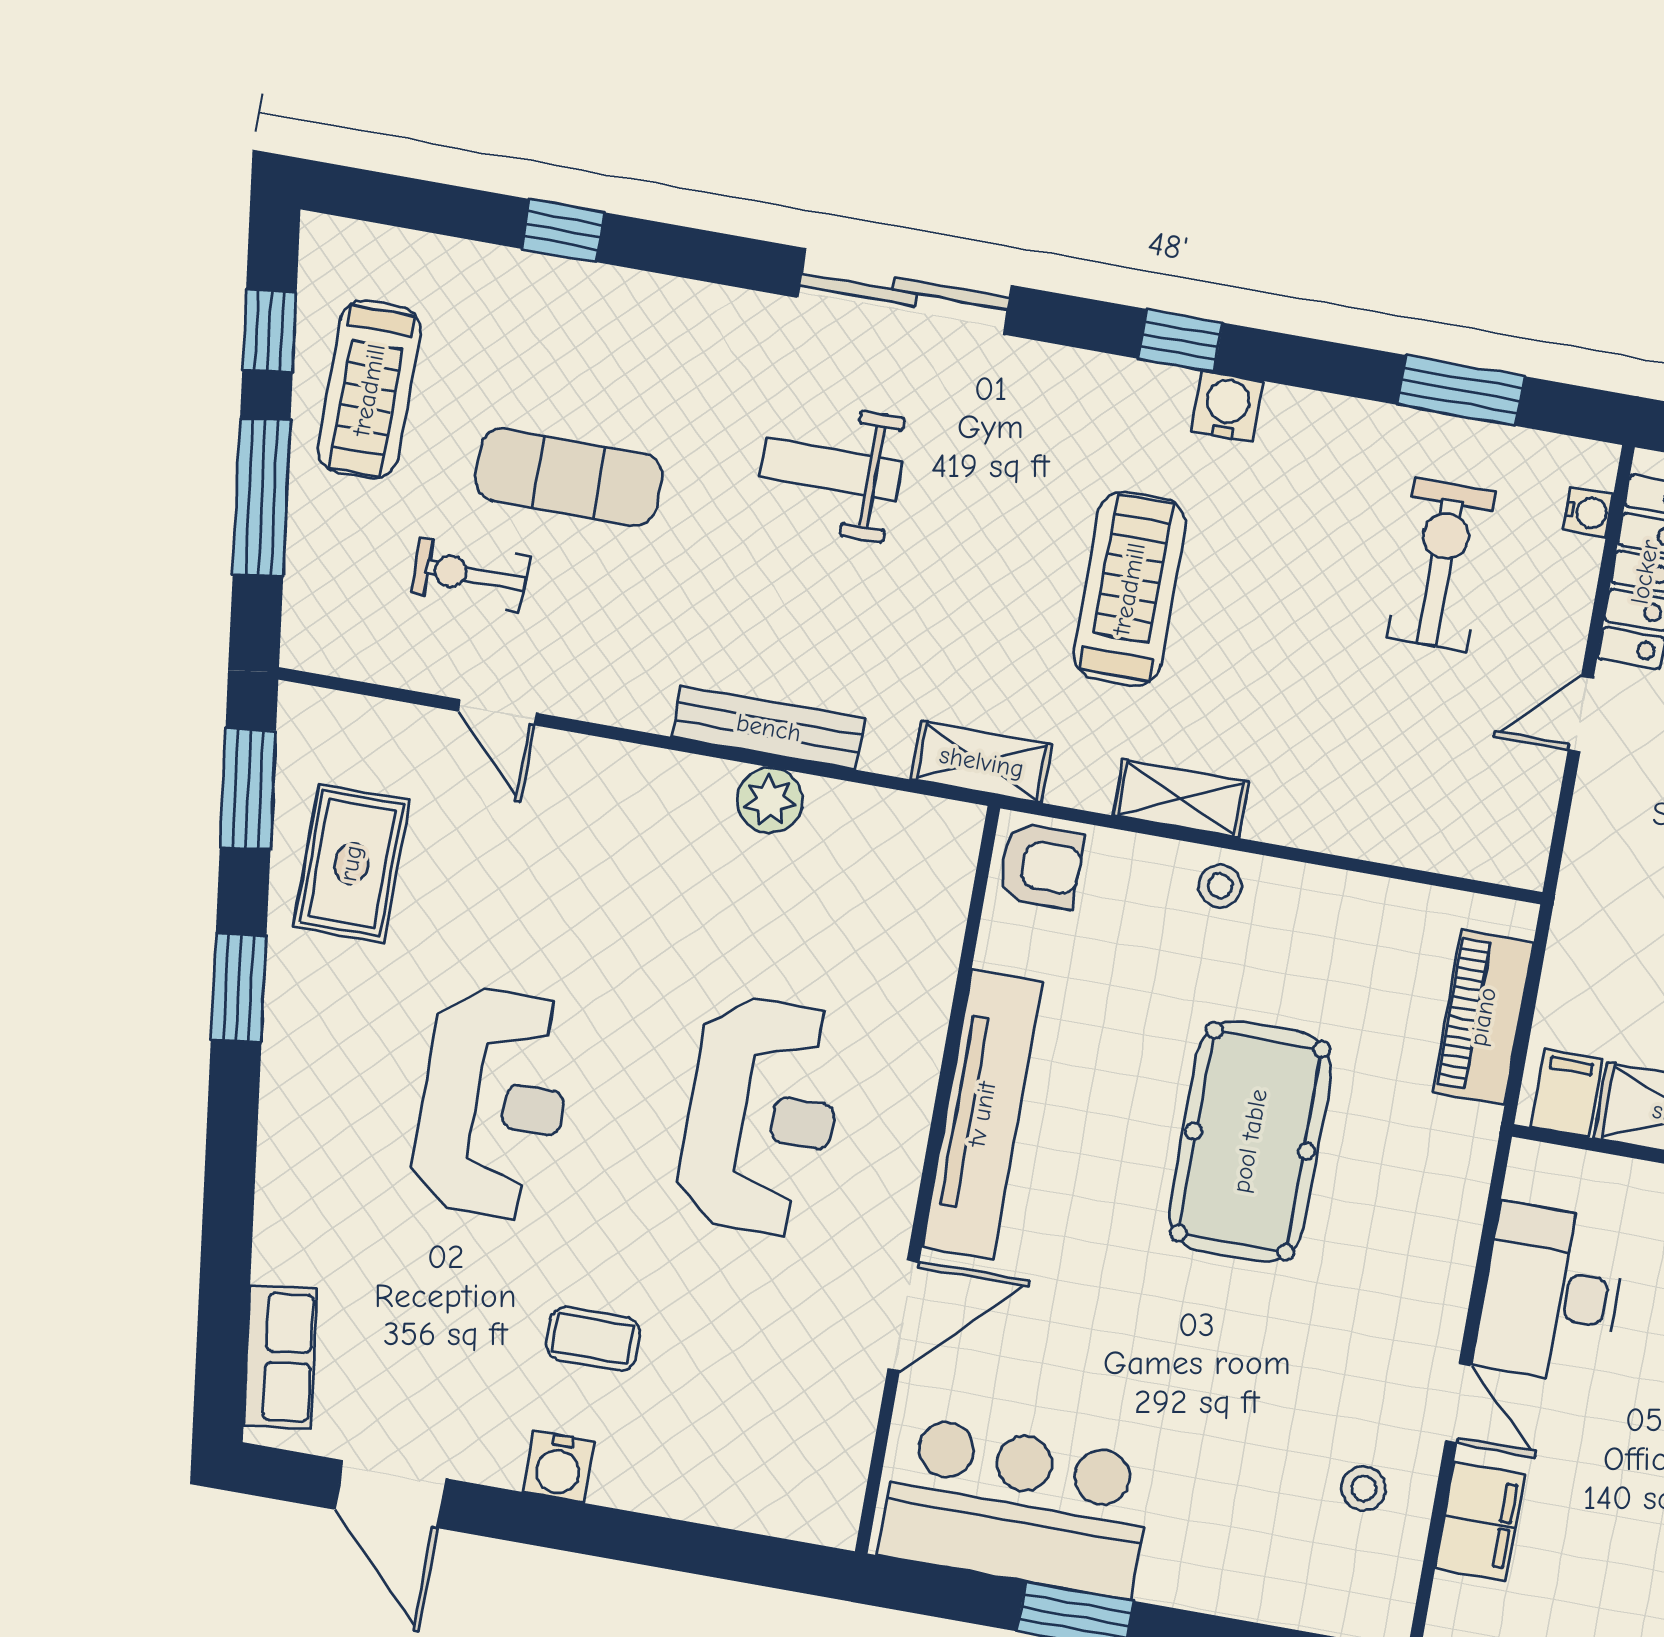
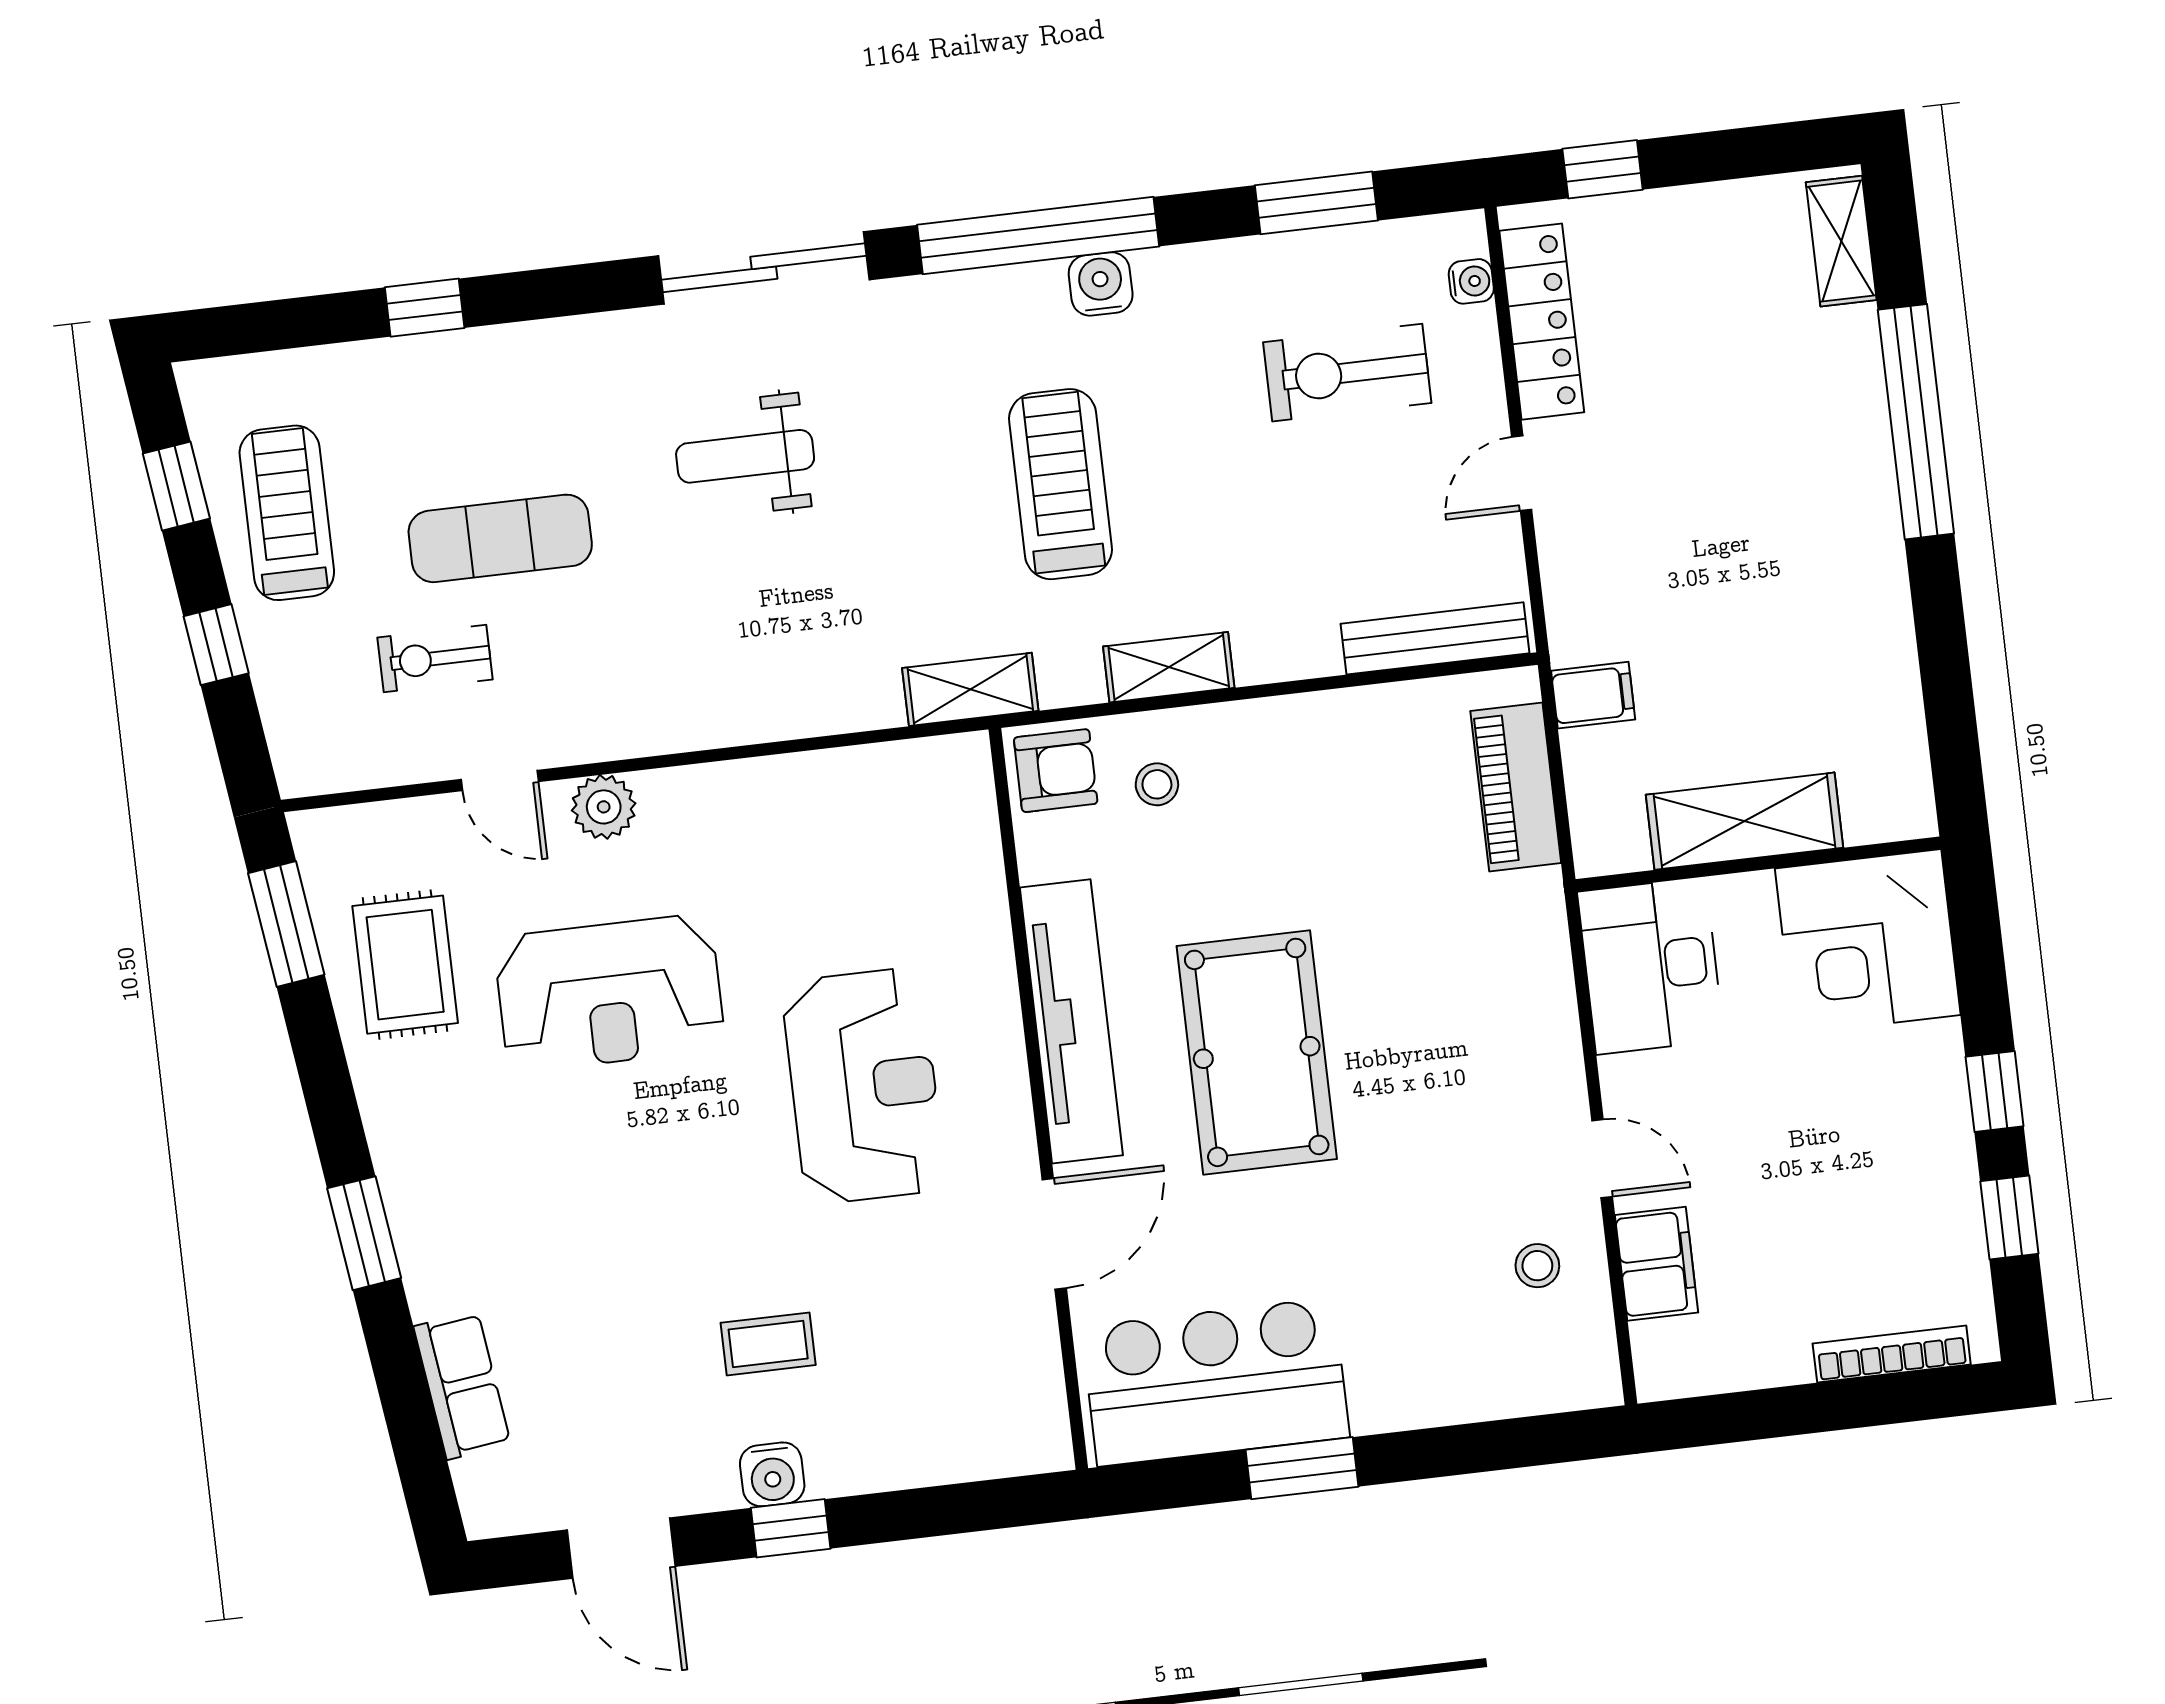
window: (1181, 341) -> (1038, 236), width x3.17
treadmill: (369, 390) -> (287, 513), turned 180
window: (262, 497) -> (216, 645), width x0.46
exercise bike: (1441, 565) -> (1347, 373), turned -90
bench: (769, 728) -> (1435, 638), moved
plant: (770, 800) -> (604, 807), moved
stool: (1220, 886) -> (1157, 784), moved
window: (239, 988) -> (364, 1233), moved
filing cabinet: (1567, 1093) -> (1593, 695), moved, turned 90
reception desk: (493, 1103) -> (609, 993), moved, turned 90
pool table: (1250, 1141) -> (1257, 1052), moved
desk: (1551, 1294) -> (1651, 966), moved
row of seats: (280, 1357) -> (462, 1385), moved
window: (561, 1524) -> (791, 1528), added

